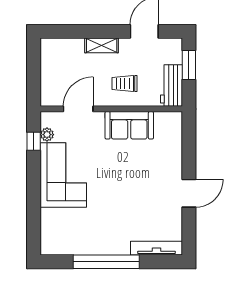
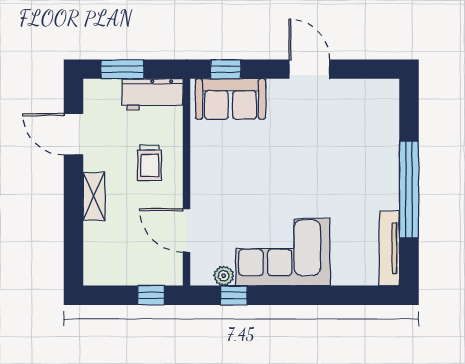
window: (34, 85) -> (151, 295), added
sofa: (129, 125) -> (231, 99), moved, turned 90
window: (189, 136) -> (226, 69), added
tv unit: (157, 248) -> (389, 248), moved

